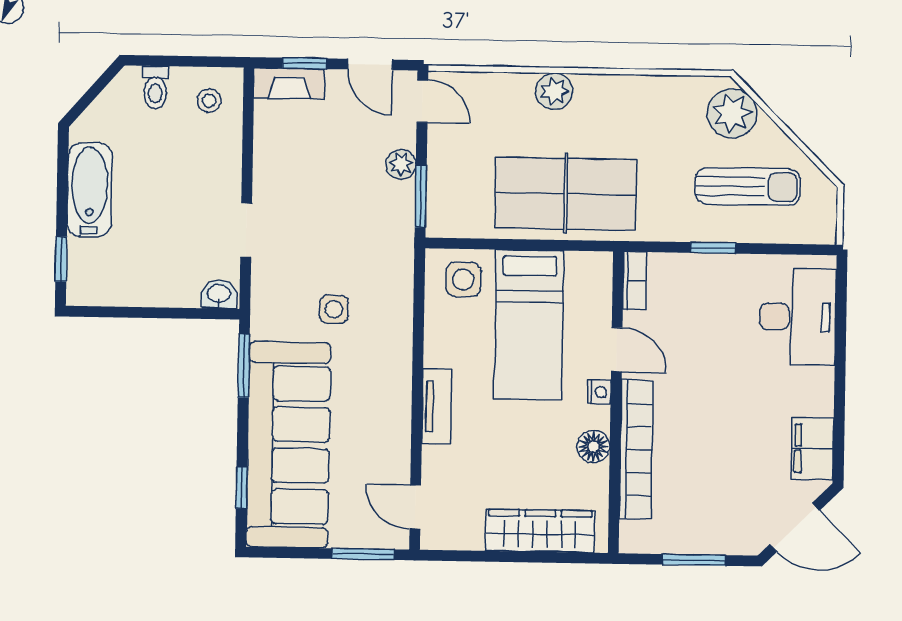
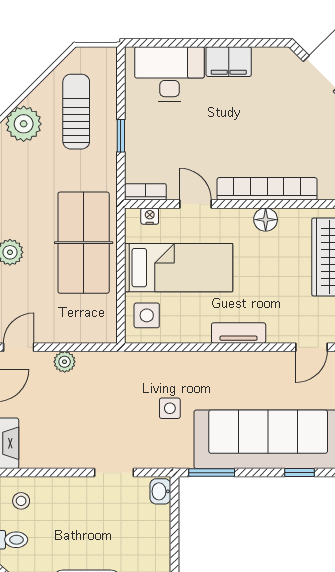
window: (421, 196) -> (87, 347), removed
door: (617, 350) -> (195, 204), hinge flipped
nightstand: (599, 392) -> (150, 216), moved
filing cabinet: (812, 448) -> (229, 62), moved

